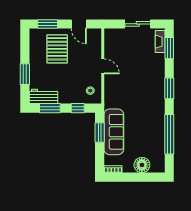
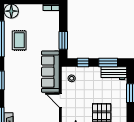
sofa: (114, 132) -> (50, 72), moved
rug: (148, 133) -> (19, 40), added
floor lamp: (142, 165) -> (11, 11), moved

